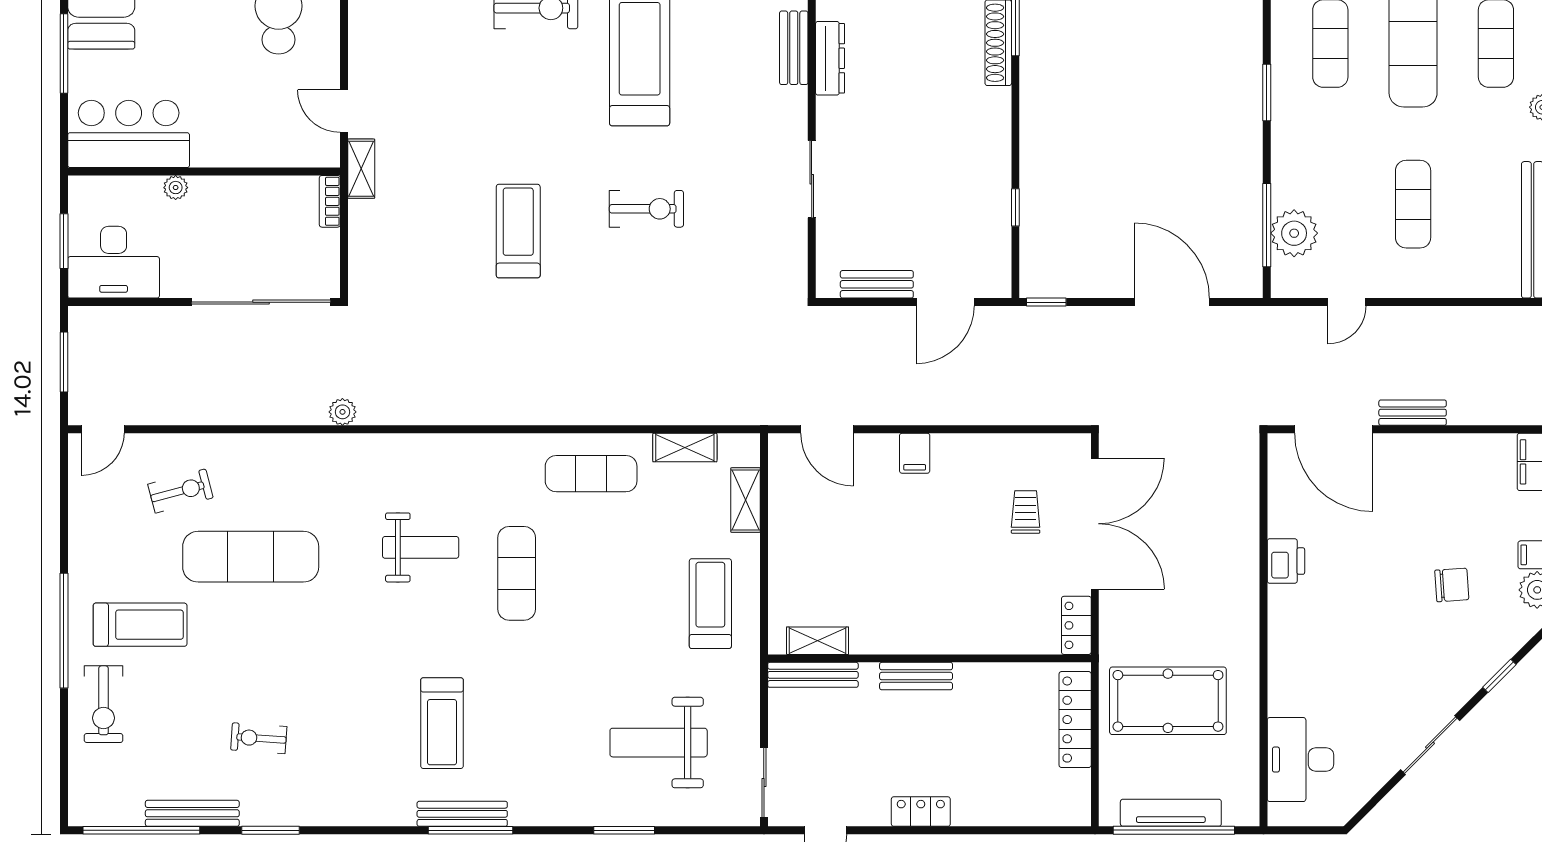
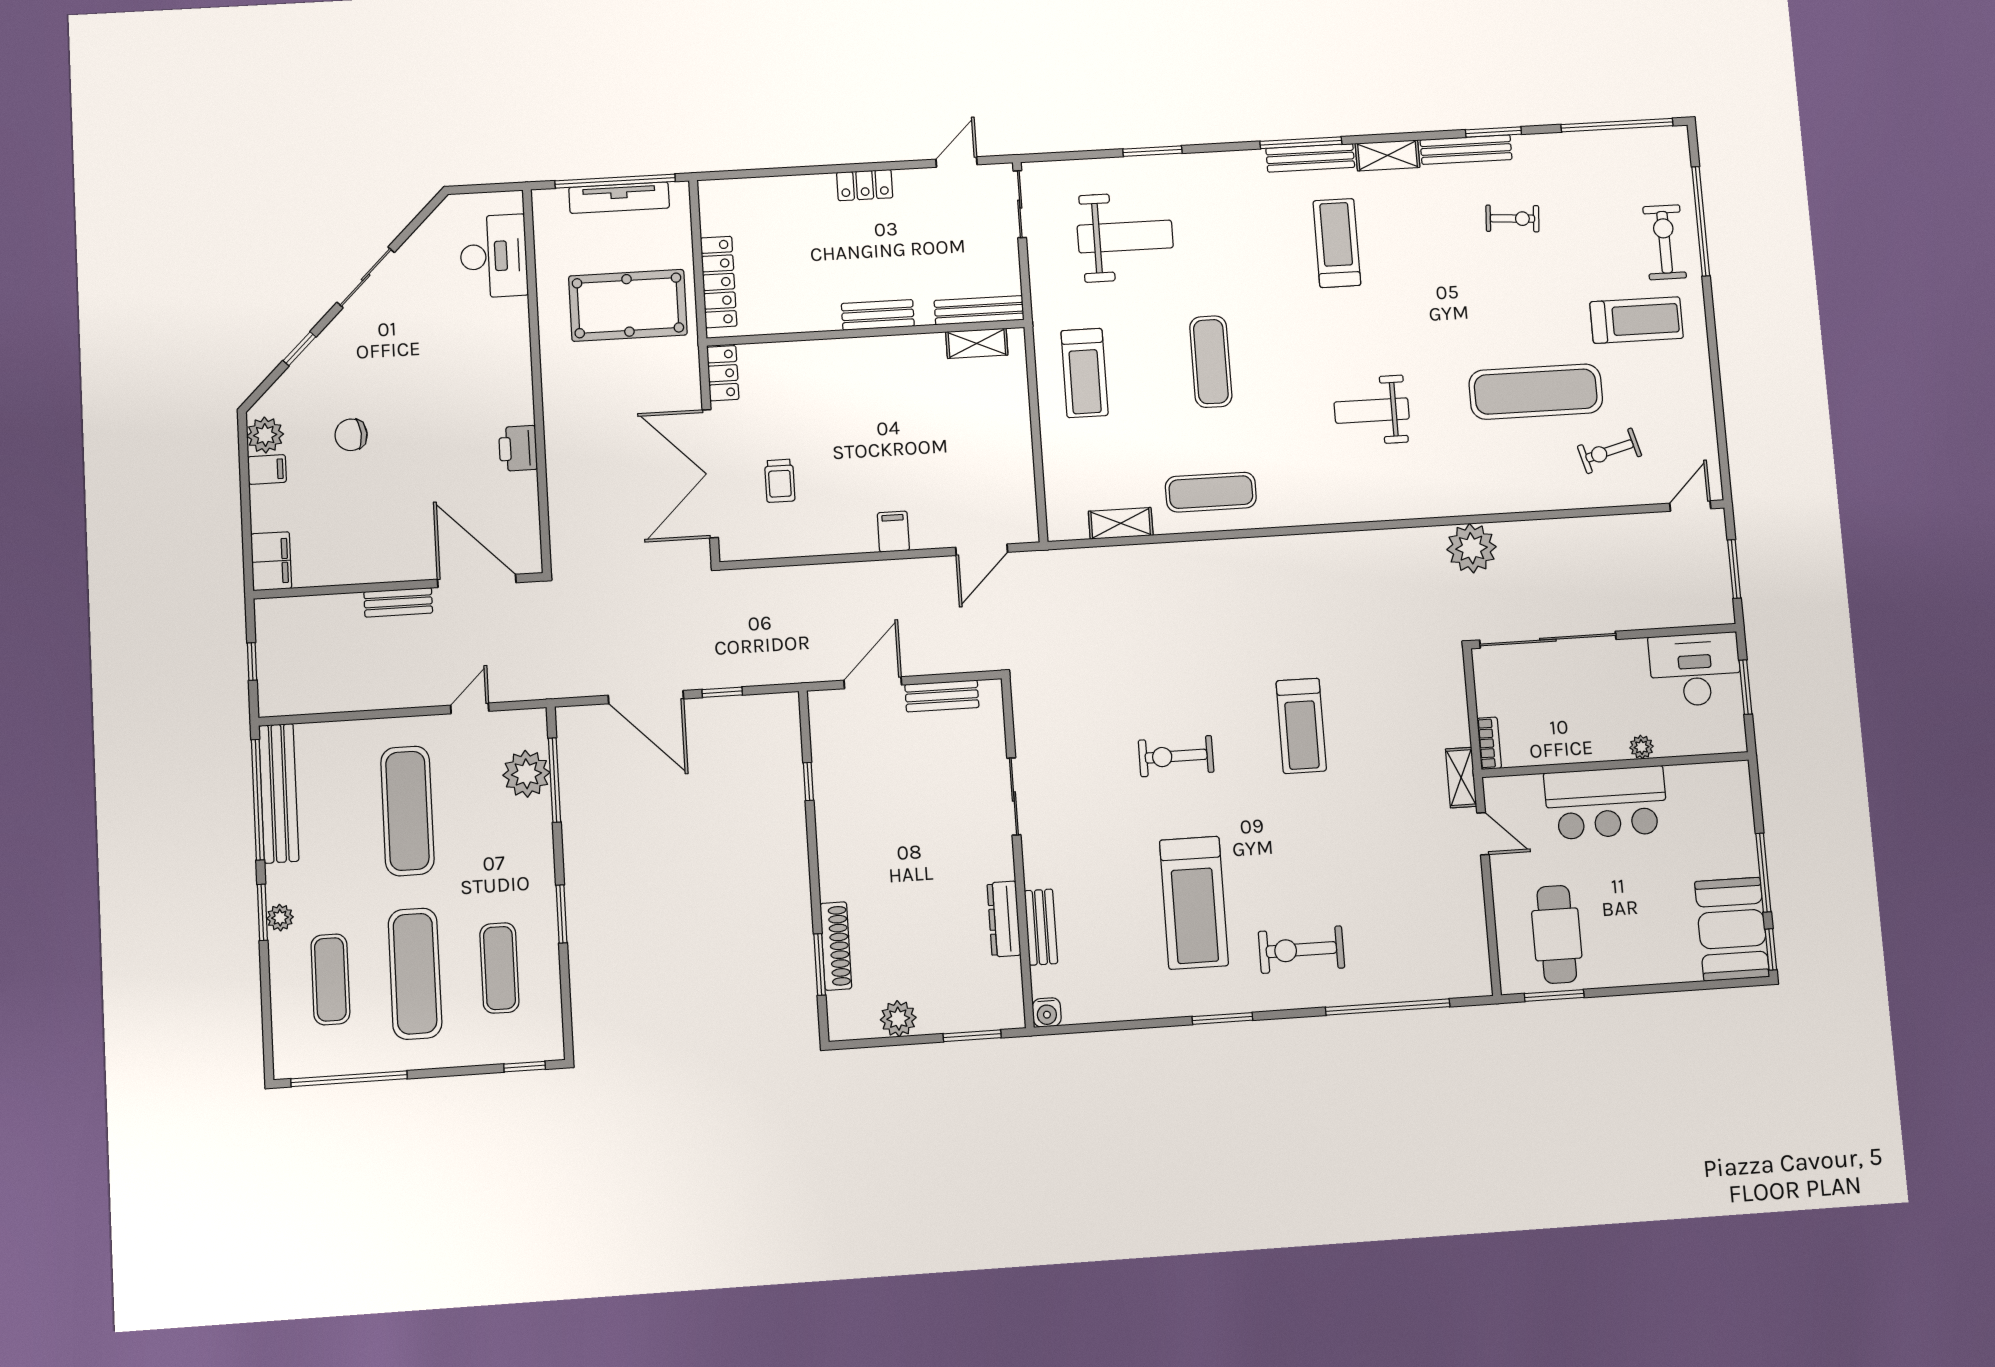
bar counter: (129, 134) -> (1606, 803), moved
exercise mat: (1413, 204) -> (407, 811), width x1.36, depth x1.45
window: (1046, 302) -> (722, 692), moved
plant: (342, 412) -> (1471, 548), width x1.87, depth x1.87
door: (827, 429) -> (982, 550), swing flipped
shelving: (746, 500) -> (1388, 155), moved, turned 90
exercise mat: (517, 573) -> (1211, 362), moved
treadmill: (140, 625) -> (1637, 320), turned 180
window: (64, 631) -> (1701, 221), moved
bench: (192, 813) -> (1466, 150), moved

